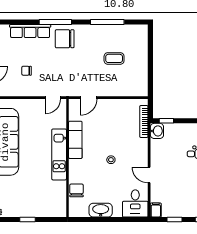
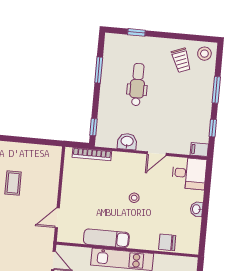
door: (89, 98) -> (57, 218), swing flipped
washbasin: (157, 131) -> (127, 142), moved
washbasin: (101, 210) -> (197, 209), width x0.52, depth x0.69

